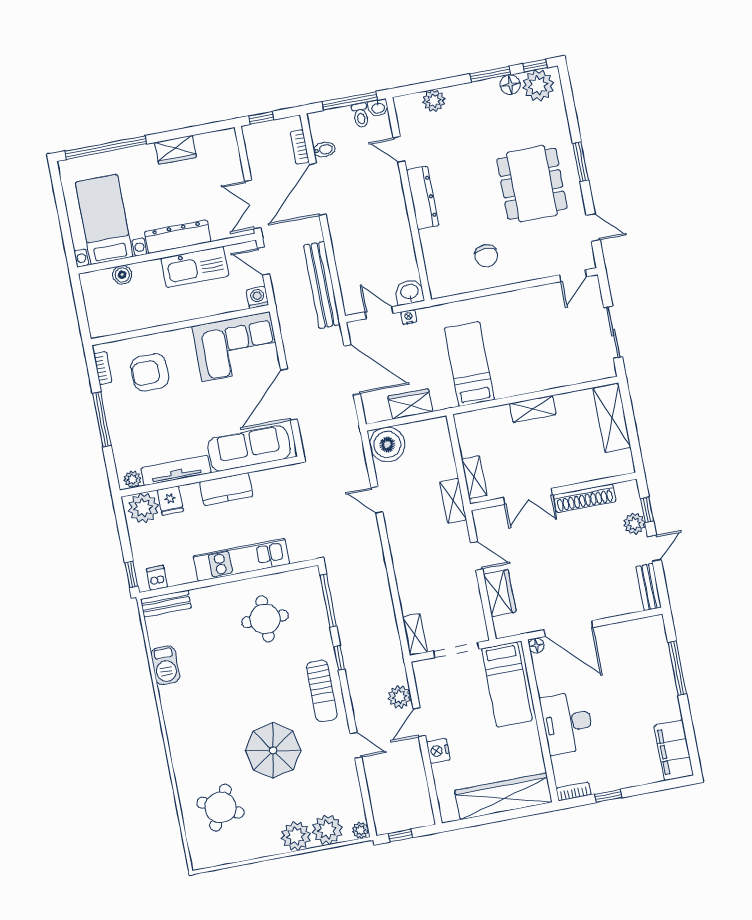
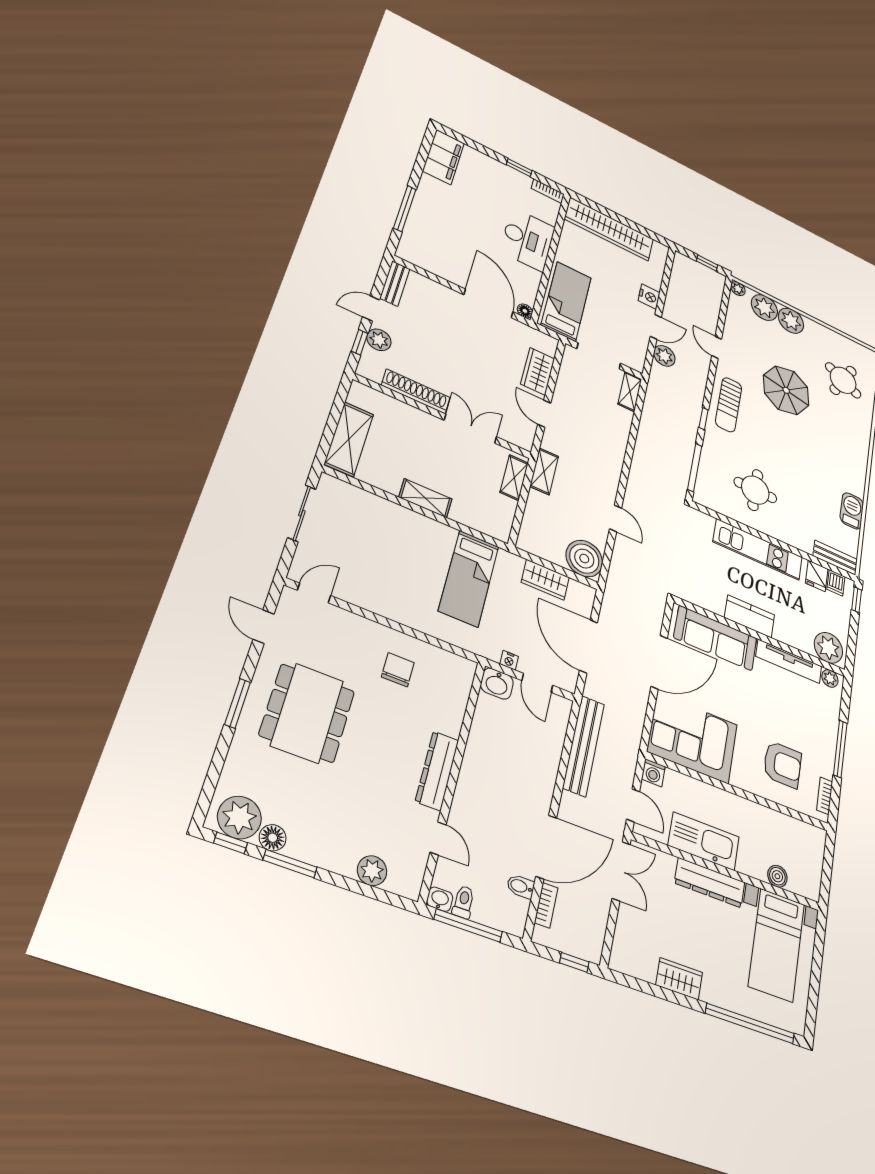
fridge: (170, 500) -> (817, 576), moved, turned 180
sun lounger: (322, 691) -> (729, 405), turned 180

